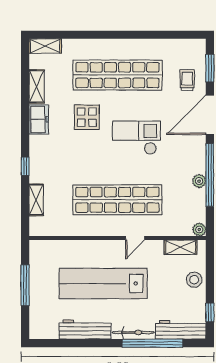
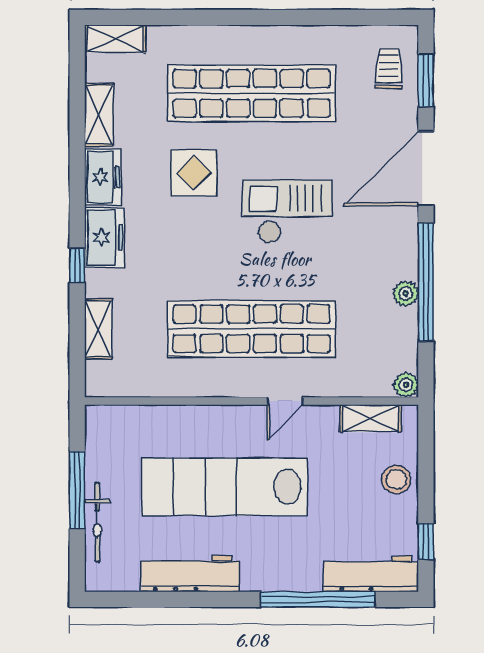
trolley: (187, 80) -> (389, 68), moved
freezer: (39, 151) -> (104, 238), added
bicycle: (133, 333) -> (97, 522), moved, turned 90

